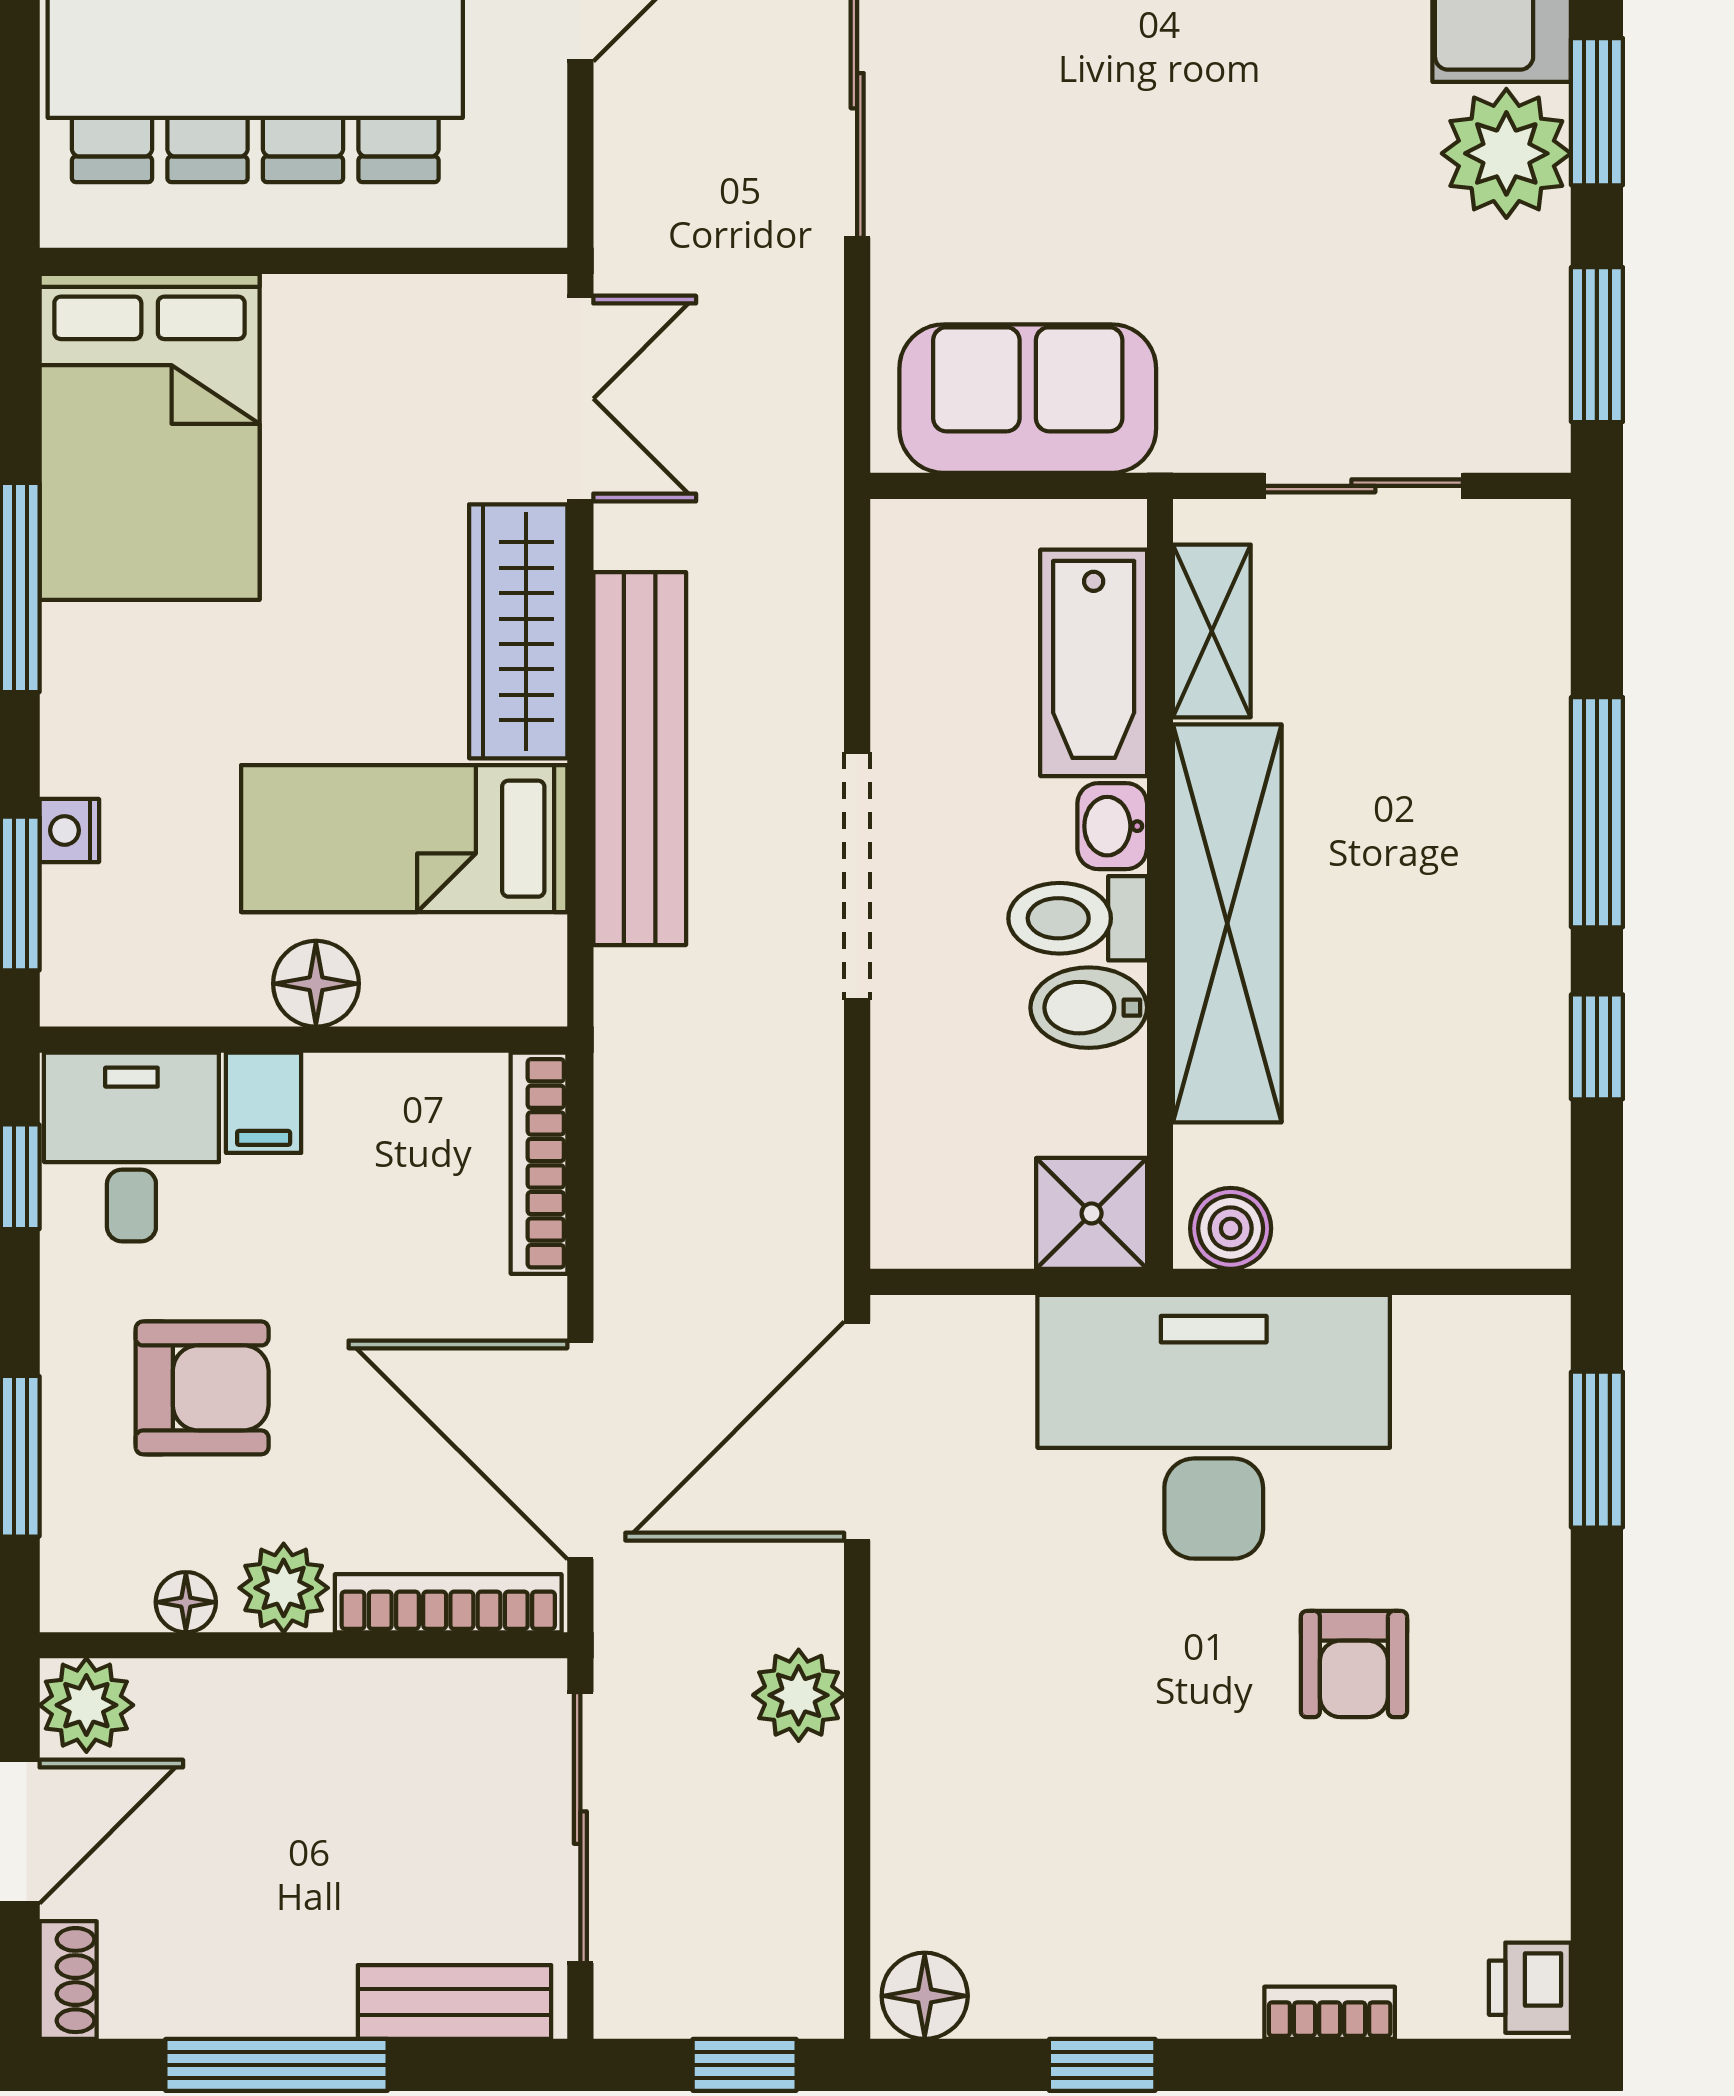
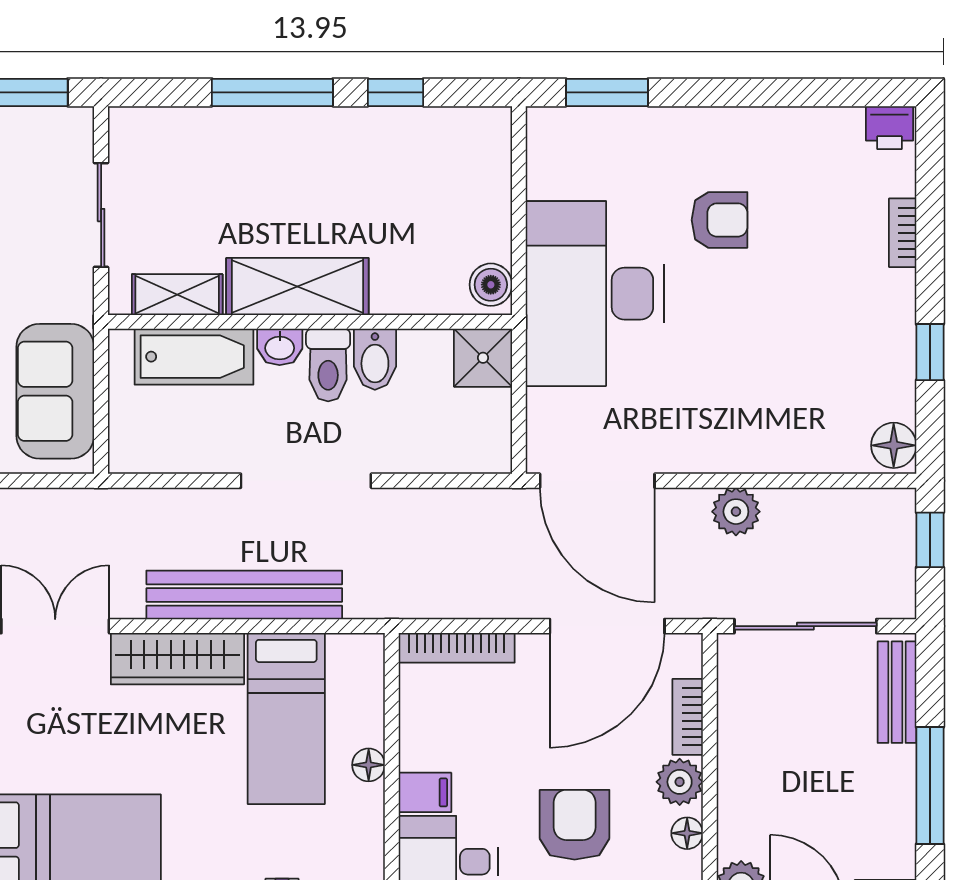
shelving: (1227, 923) -> (297, 286), width x0.68
floor lamp: (316, 984) -> (369, 765), width x0.73, depth x0.73
bookcase: (448, 1603) -> (688, 717), width x0.64

